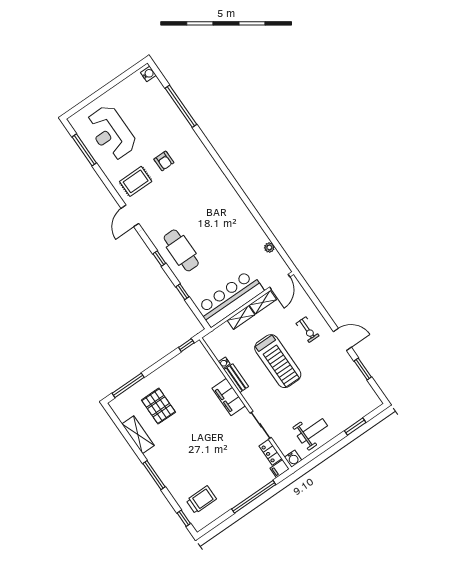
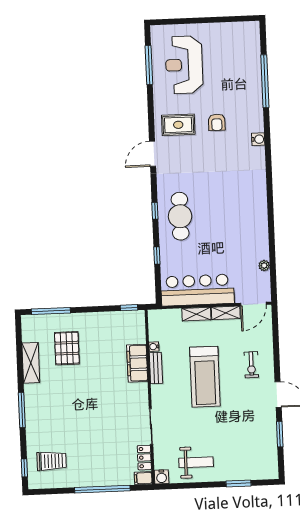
water cooler: (148, 74) -> (258, 139), moved
filing cabinet: (229, 397) -> (137, 363), moved

